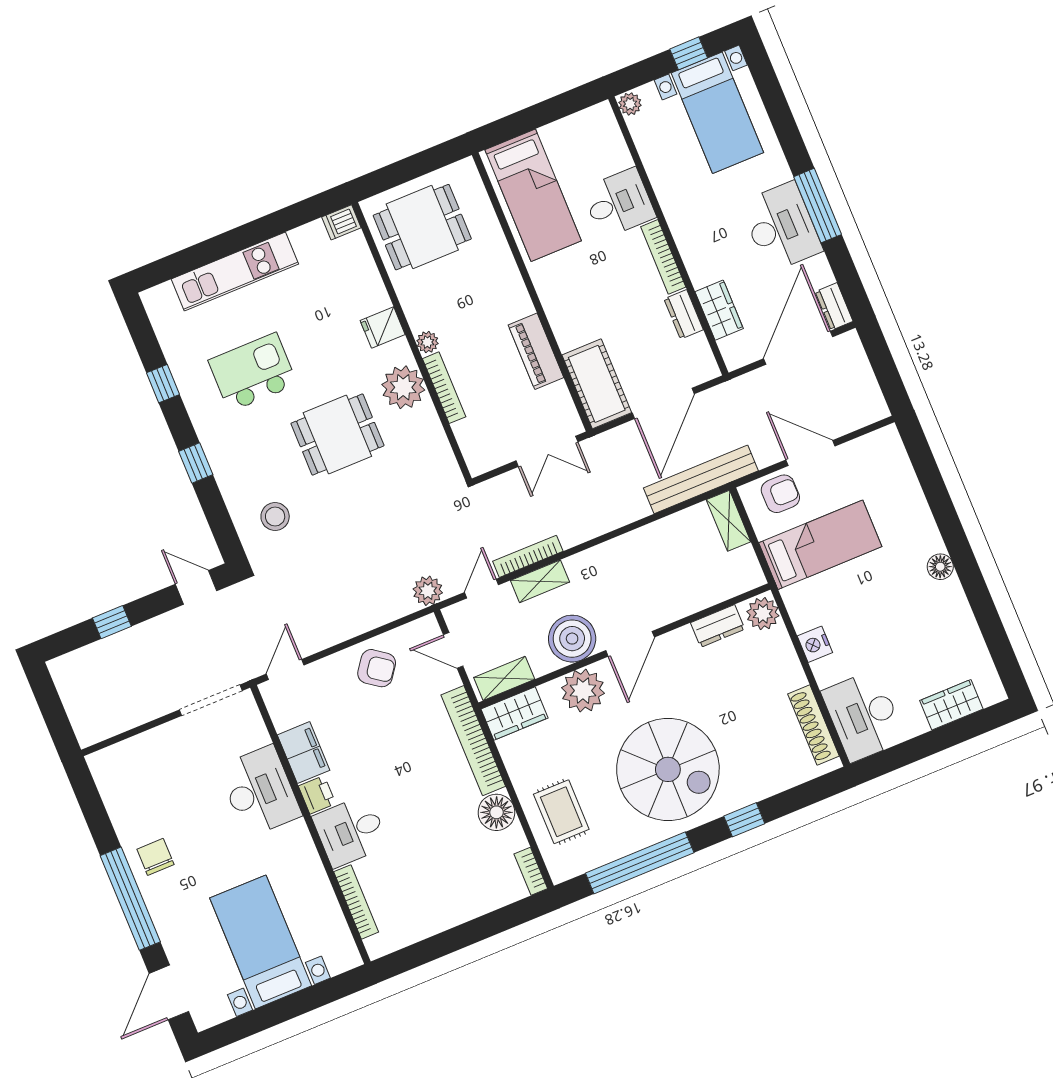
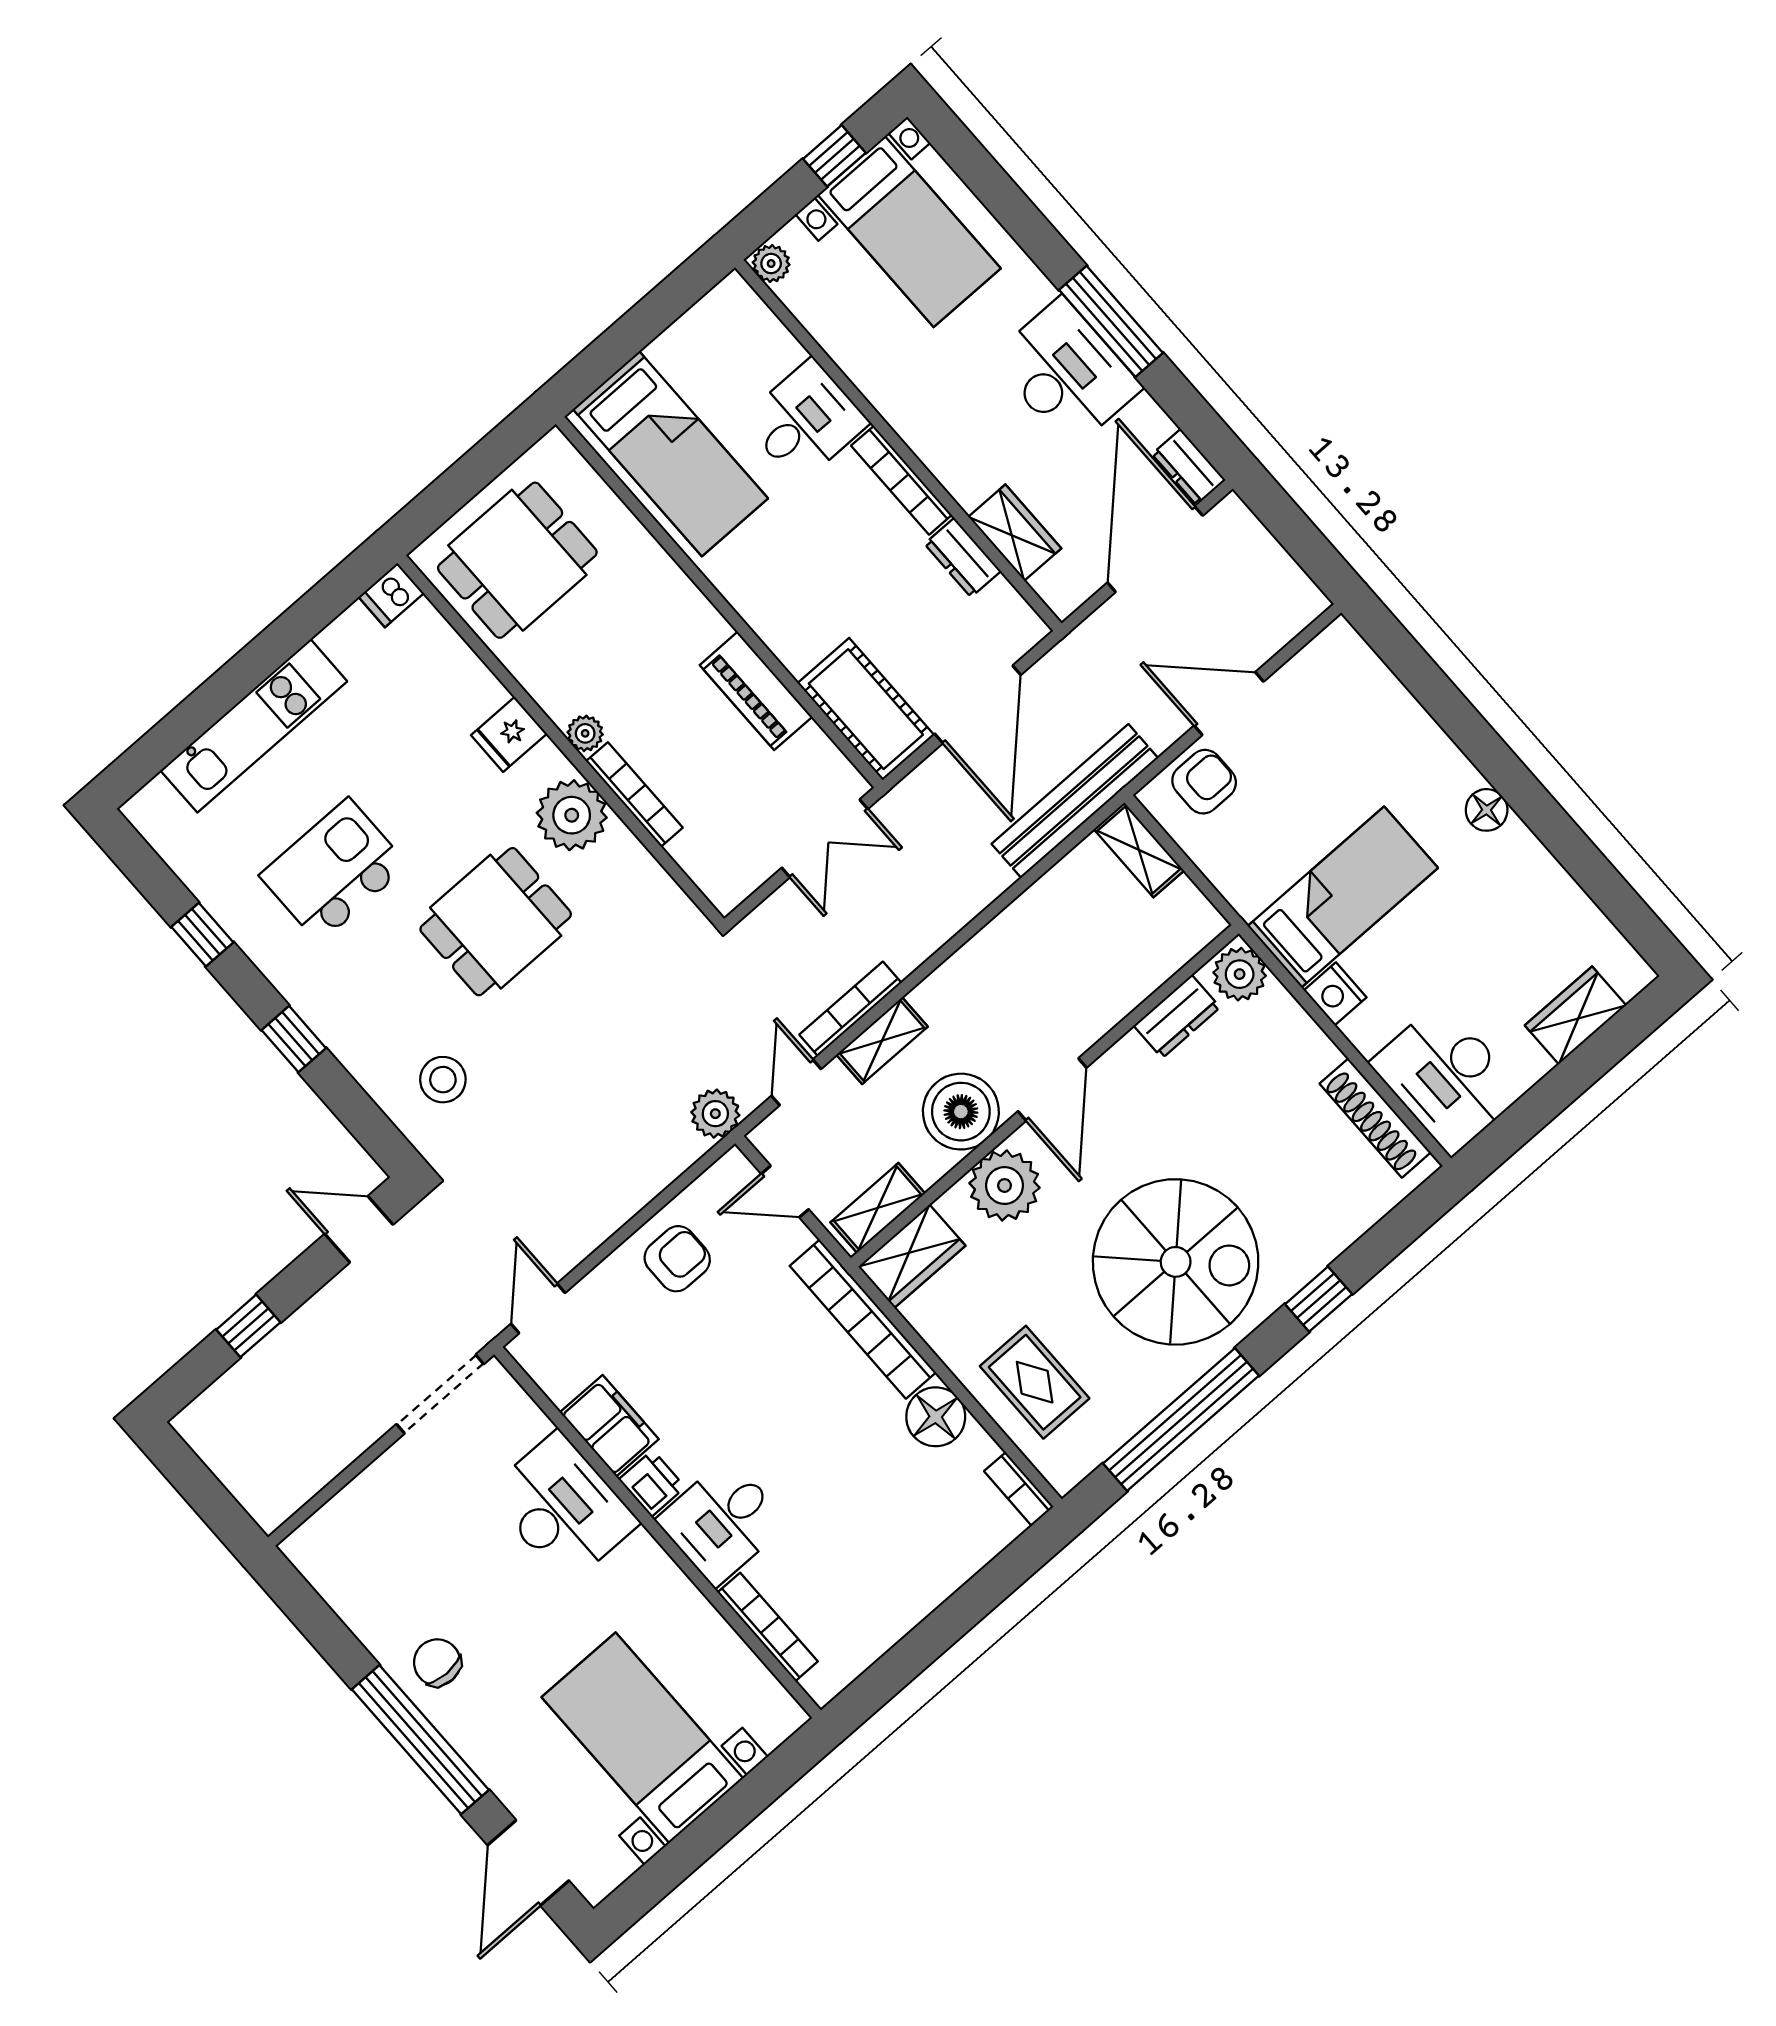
bed: (820, 545) -> (1343, 897), moved
armchair: (377, 668) -> (677, 1259), turned -36

